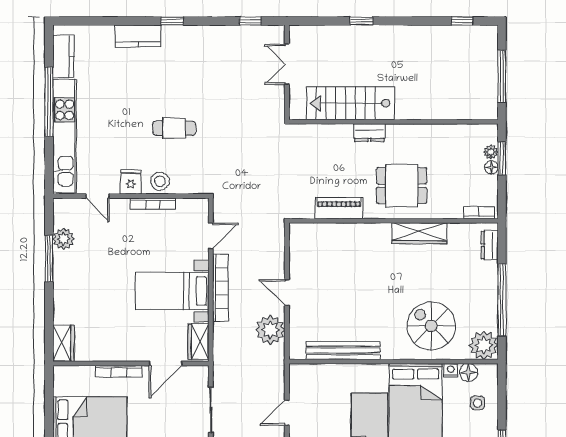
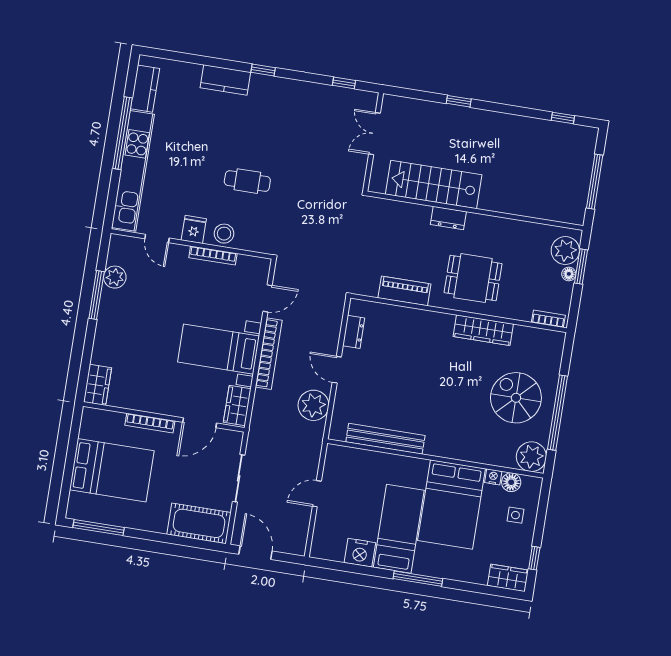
plant: (491, 152) -> (565, 251), width x1.88, depth x1.88
dresser: (490, 245) -> (354, 332), moved, turned 180
spiral stairs: (431, 326) -> (516, 398), moved

